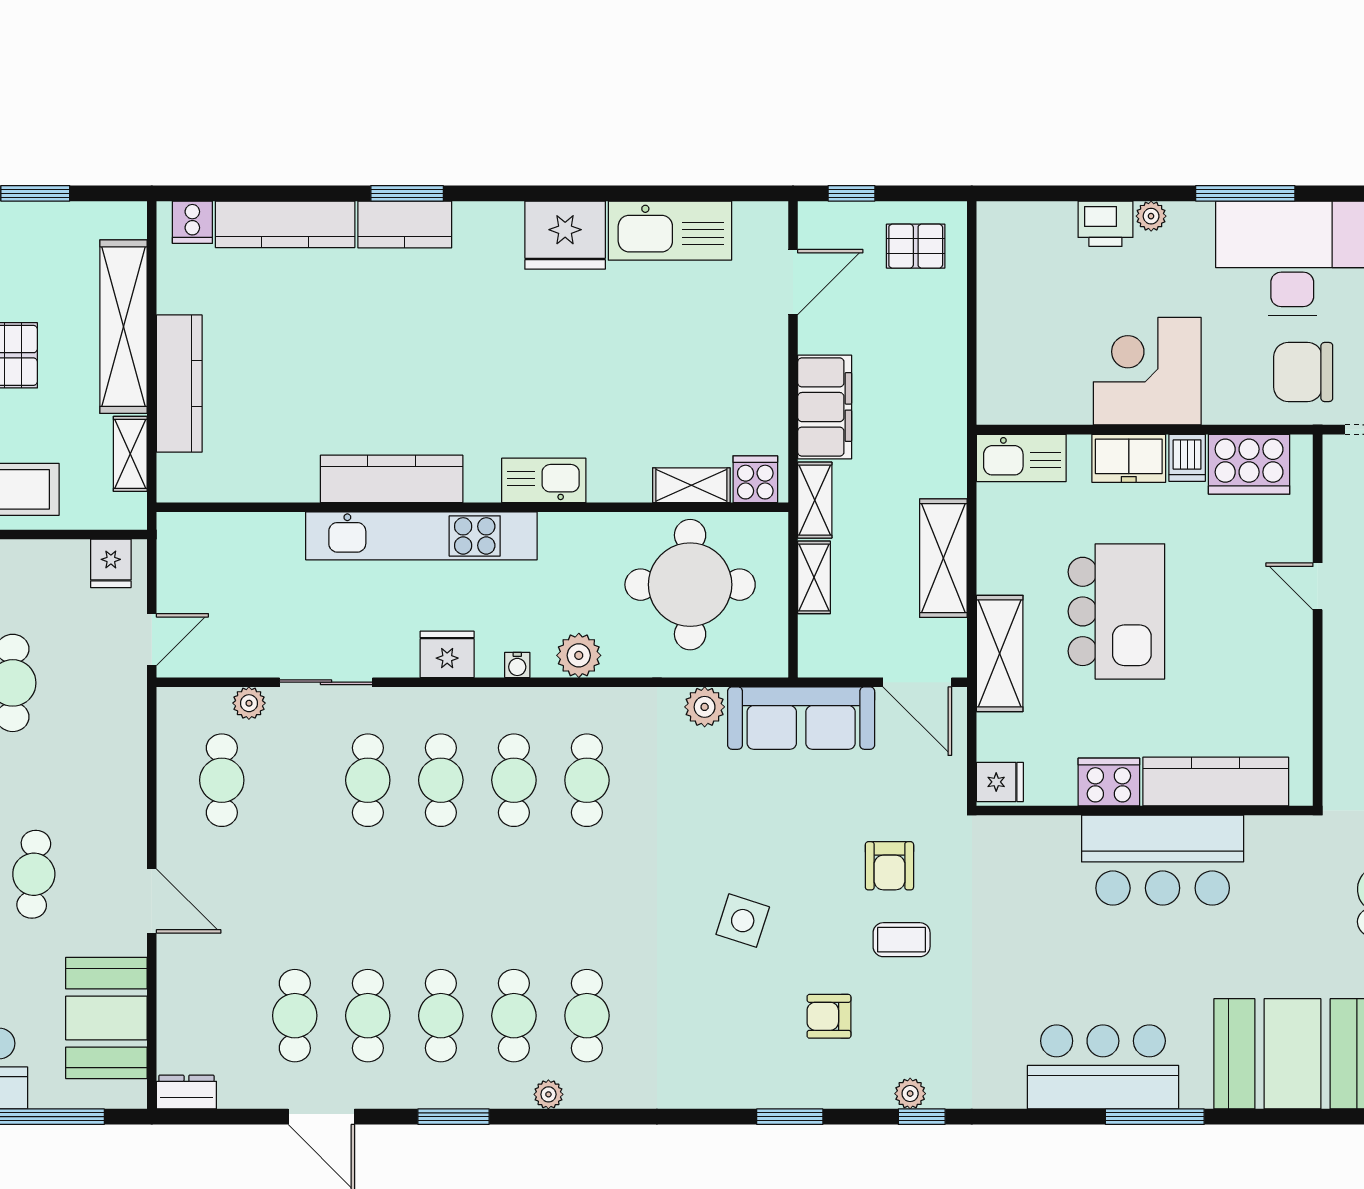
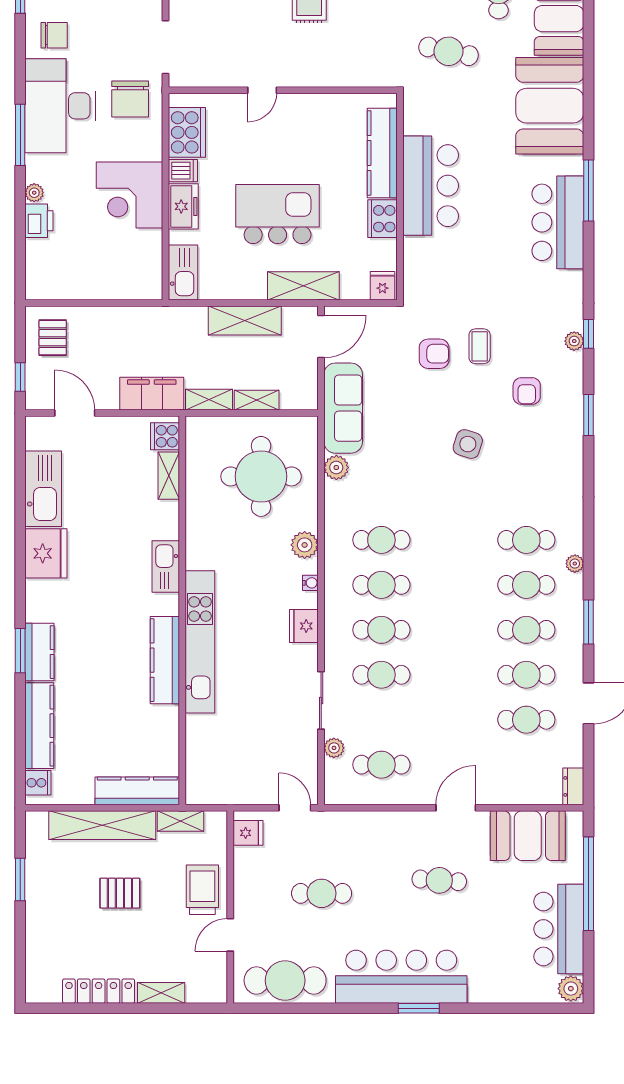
kitchen counter: (392, 479) -> (165, 660), moved
cooker: (755, 479) -> (165, 436), moved
kitchen sink: (544, 480) -> (166, 566), moved
shelving: (691, 485) -> (169, 476), moved
wall: (472, 507) -> (182, 610), moved
kitchen unit: (421, 536) -> (200, 642), moved

